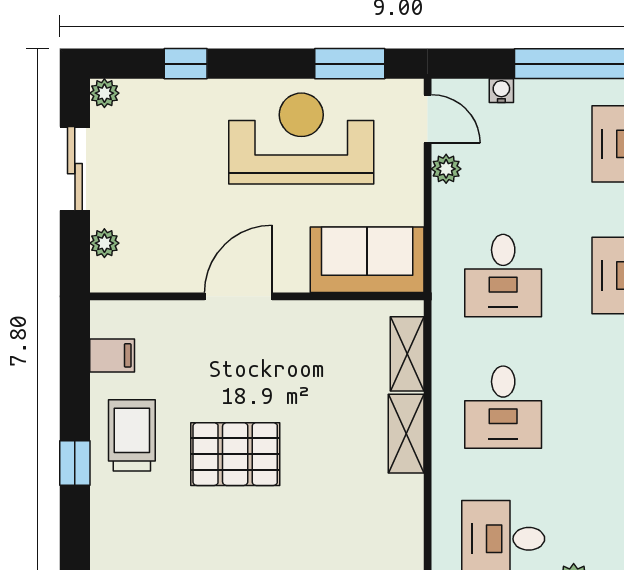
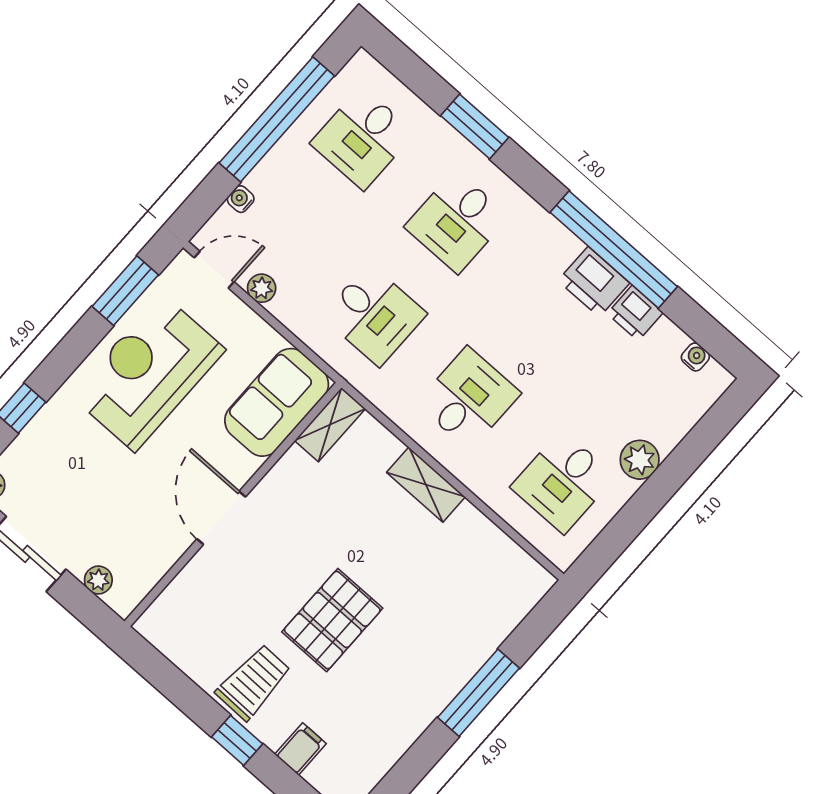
shelving: (407, 354) -> (330, 425), moved, turned 90
filing cabinet: (112, 355) -> (300, 749), moved
desk: (503, 407) -> (469, 398), turned -90
trolley: (132, 435) -> (253, 682), turned 91

